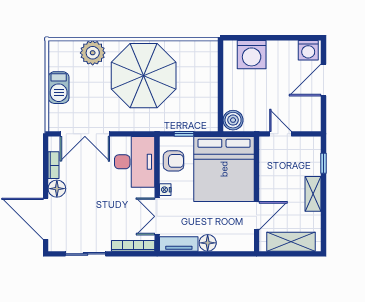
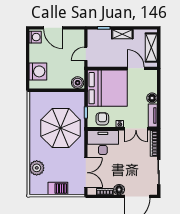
parasol: (144, 76) -> (61, 128), moved

